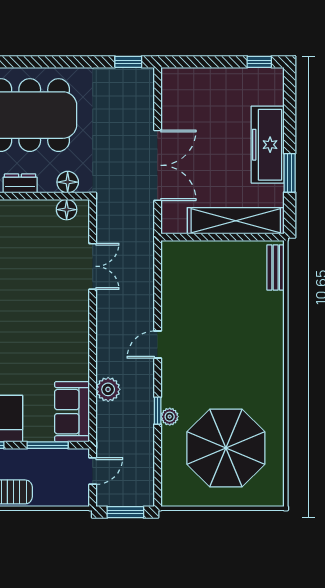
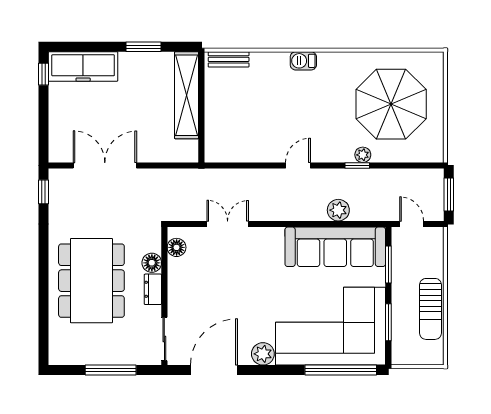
freezer: (268, 145) -> (83, 66), moved
double door: (158, 165) -> (105, 166), moved
floor lamp: (68, 182) -> (152, 263), moved
door: (158, 345) -> (298, 166), swing flipped
barbecue: (274, 351) -> (303, 61), added
sofa: (72, 412) -> (335, 247), width x1.85, depth x1.27

